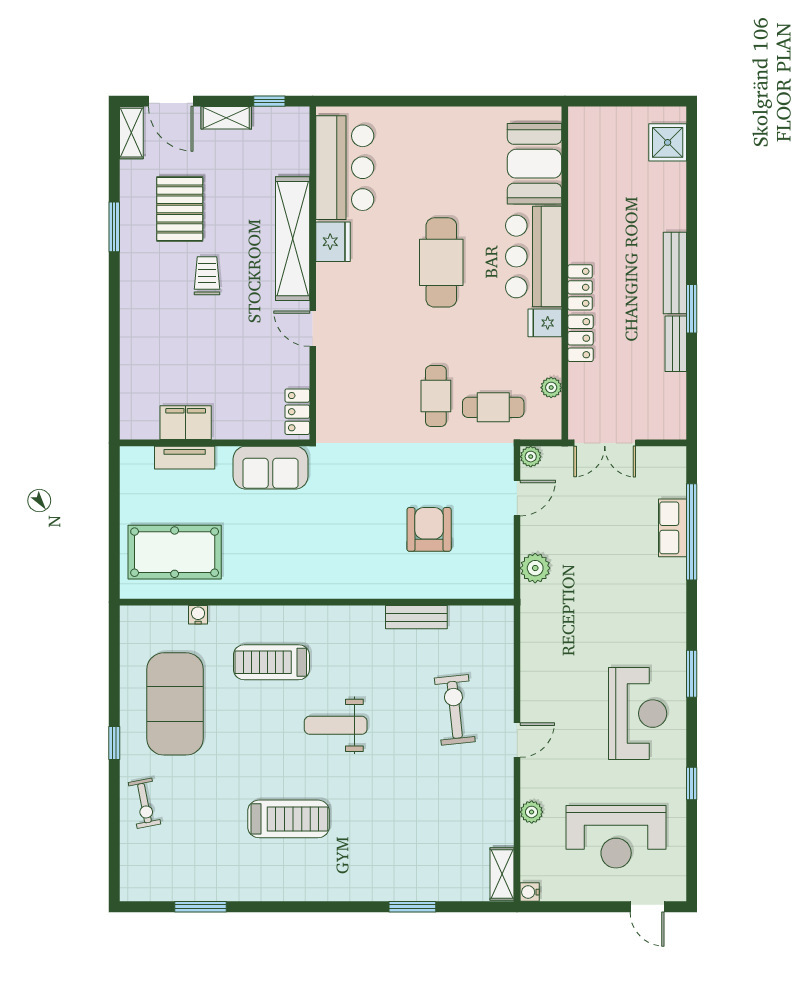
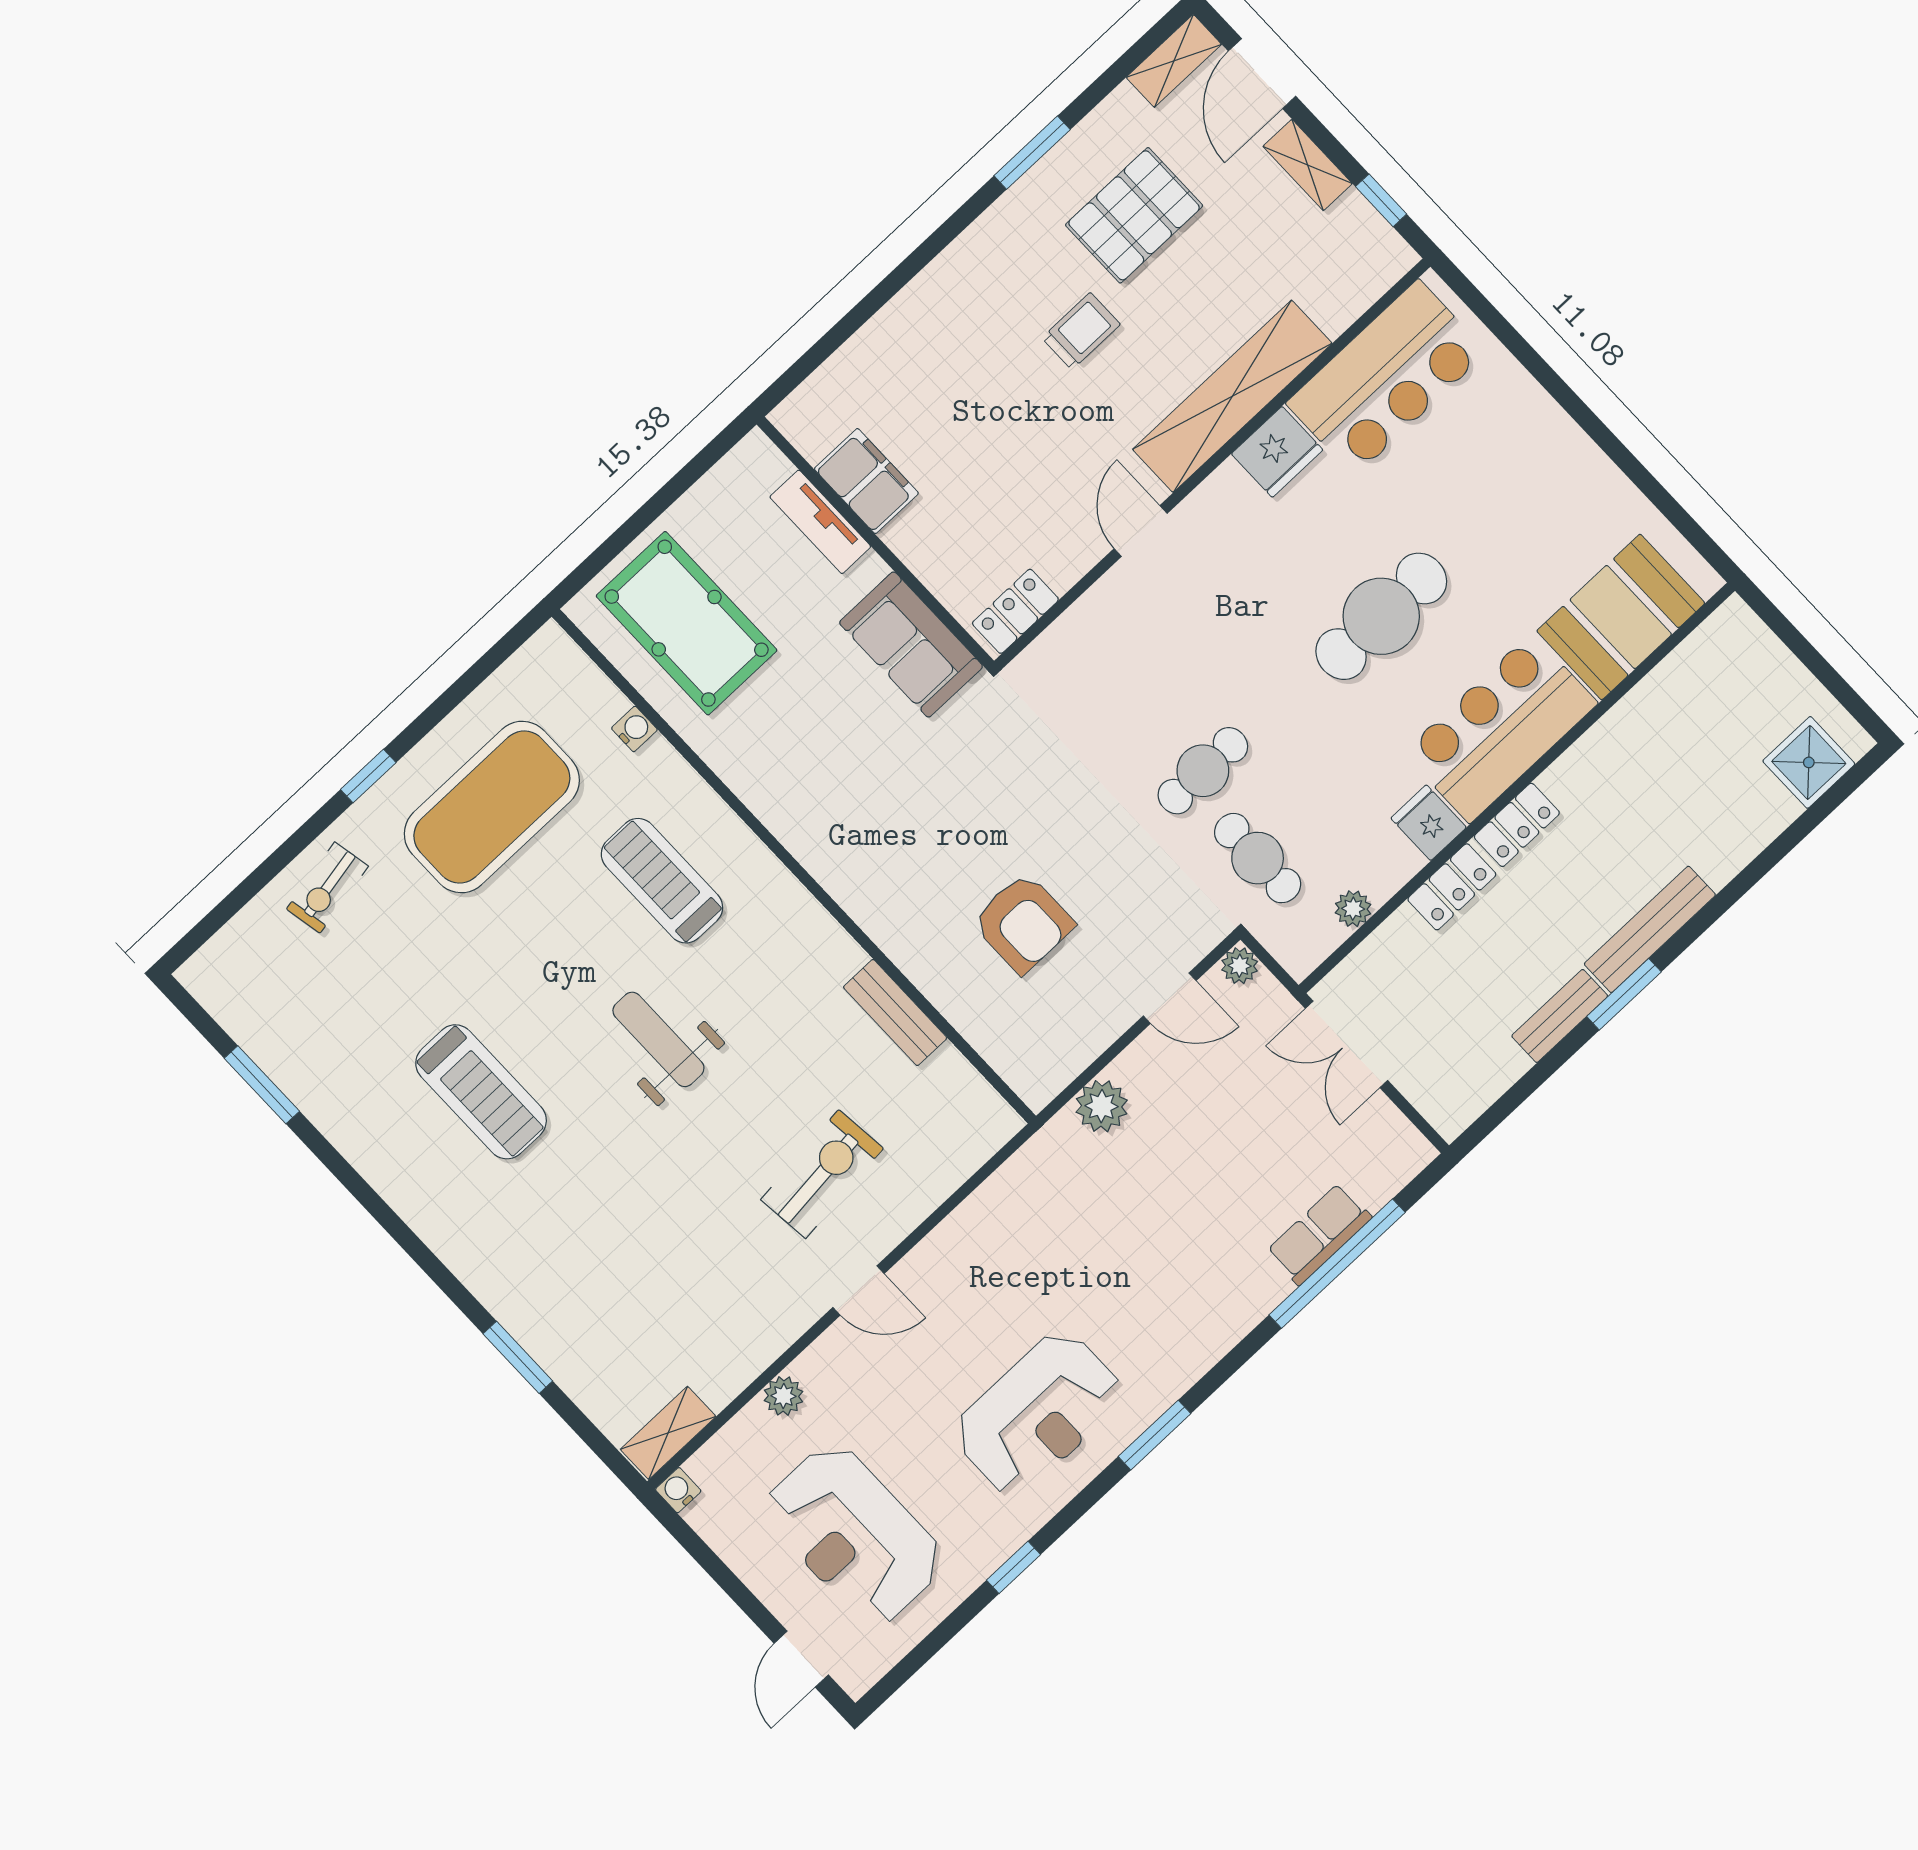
armchair: (429, 529) -> (1023, 923), turned 90

